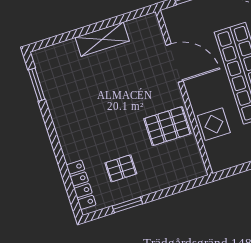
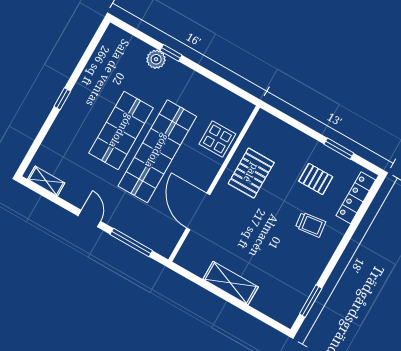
pallet: (167, 126) -> (251, 173), turned 90
trolley: (92, 135) -> (310, 225), added

